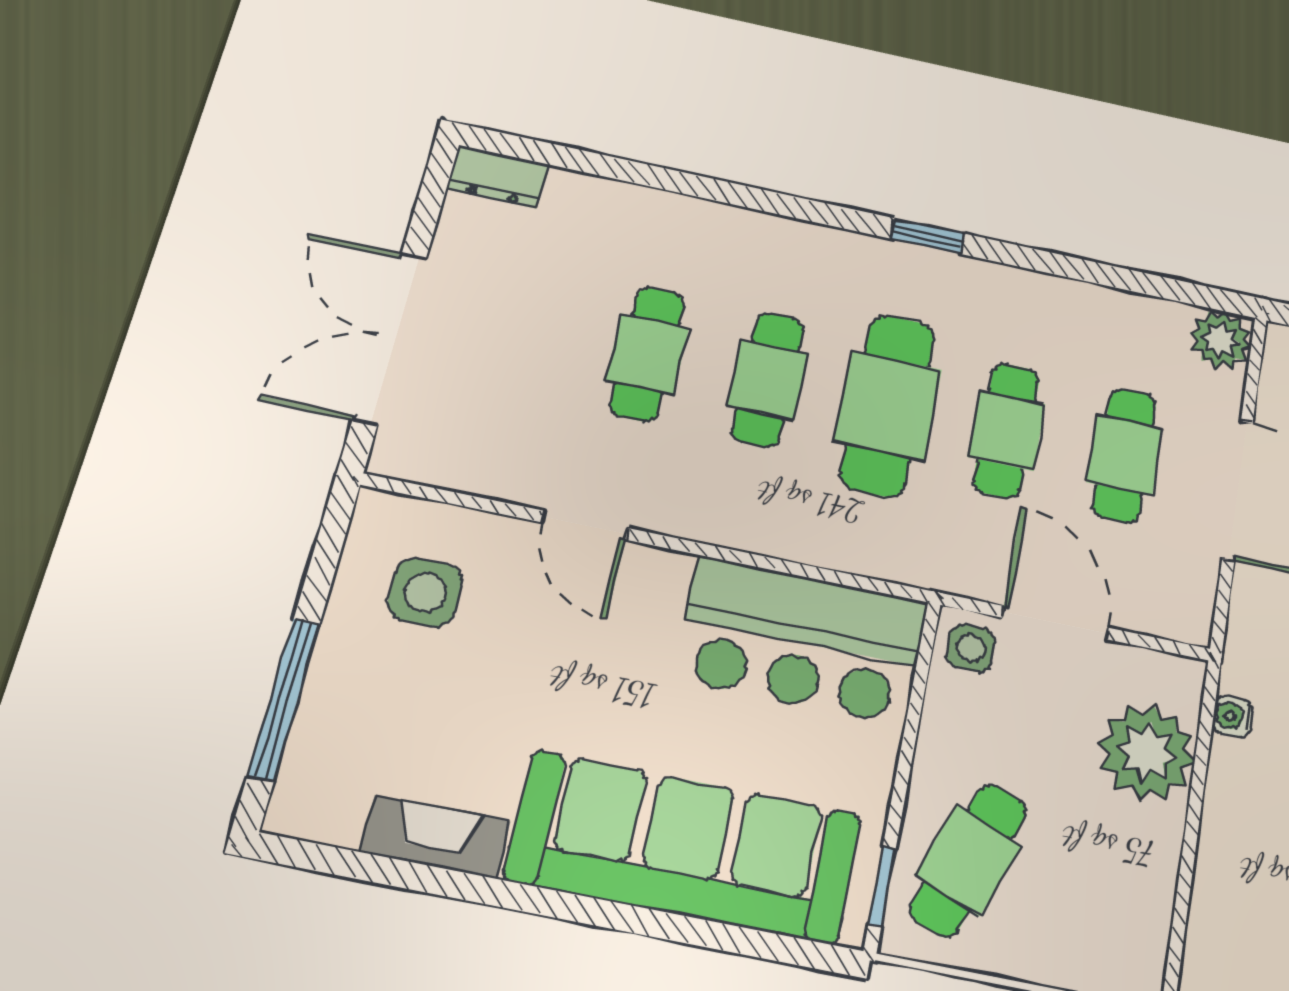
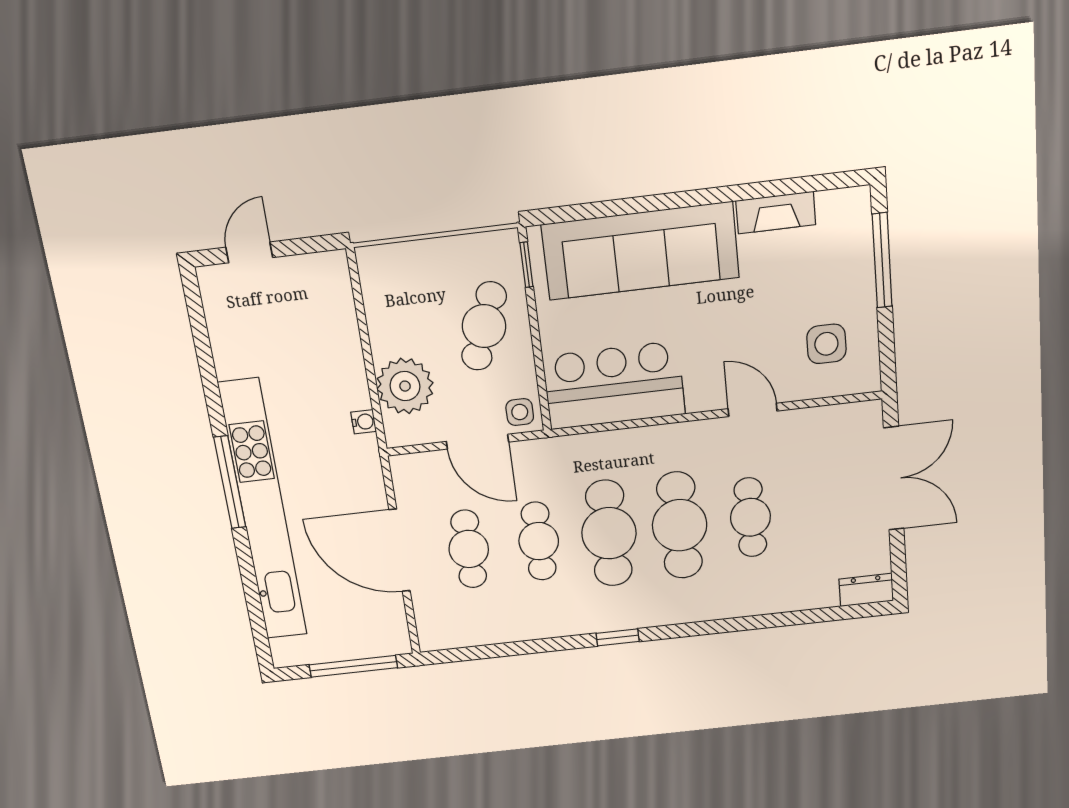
plant: (1221, 340) -> (435, 634), removed
cafe table: (768, 380) -> (680, 525), width x1.37, depth x1.35
cafe table: (968, 860) -> (484, 326), moved

